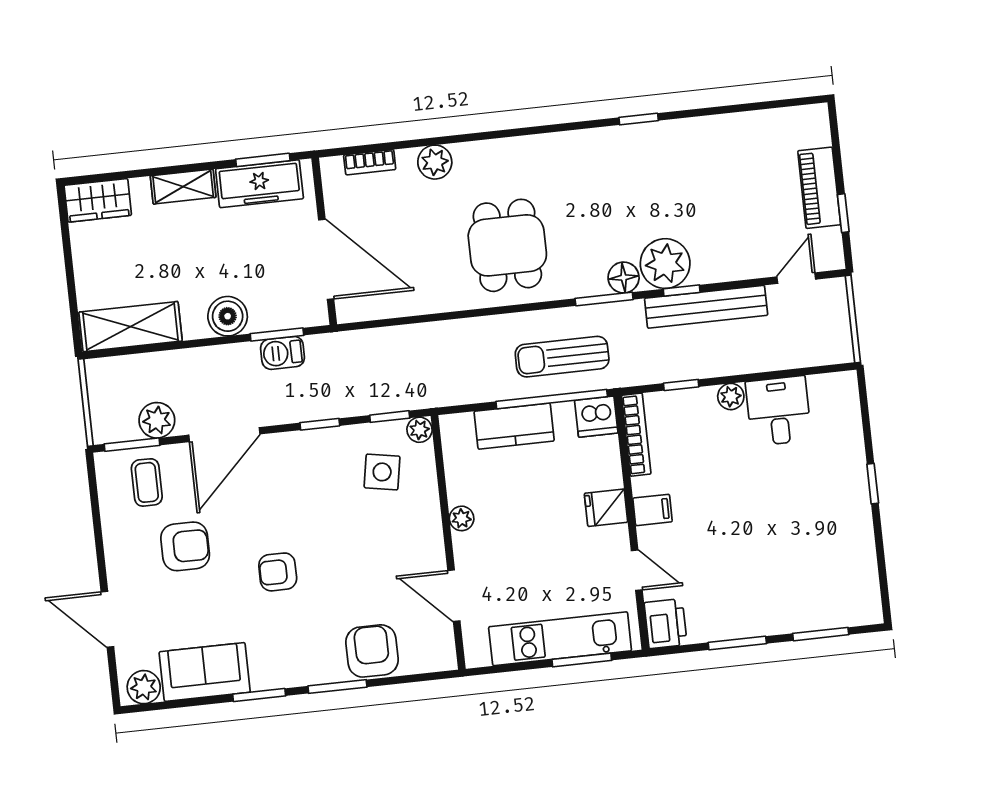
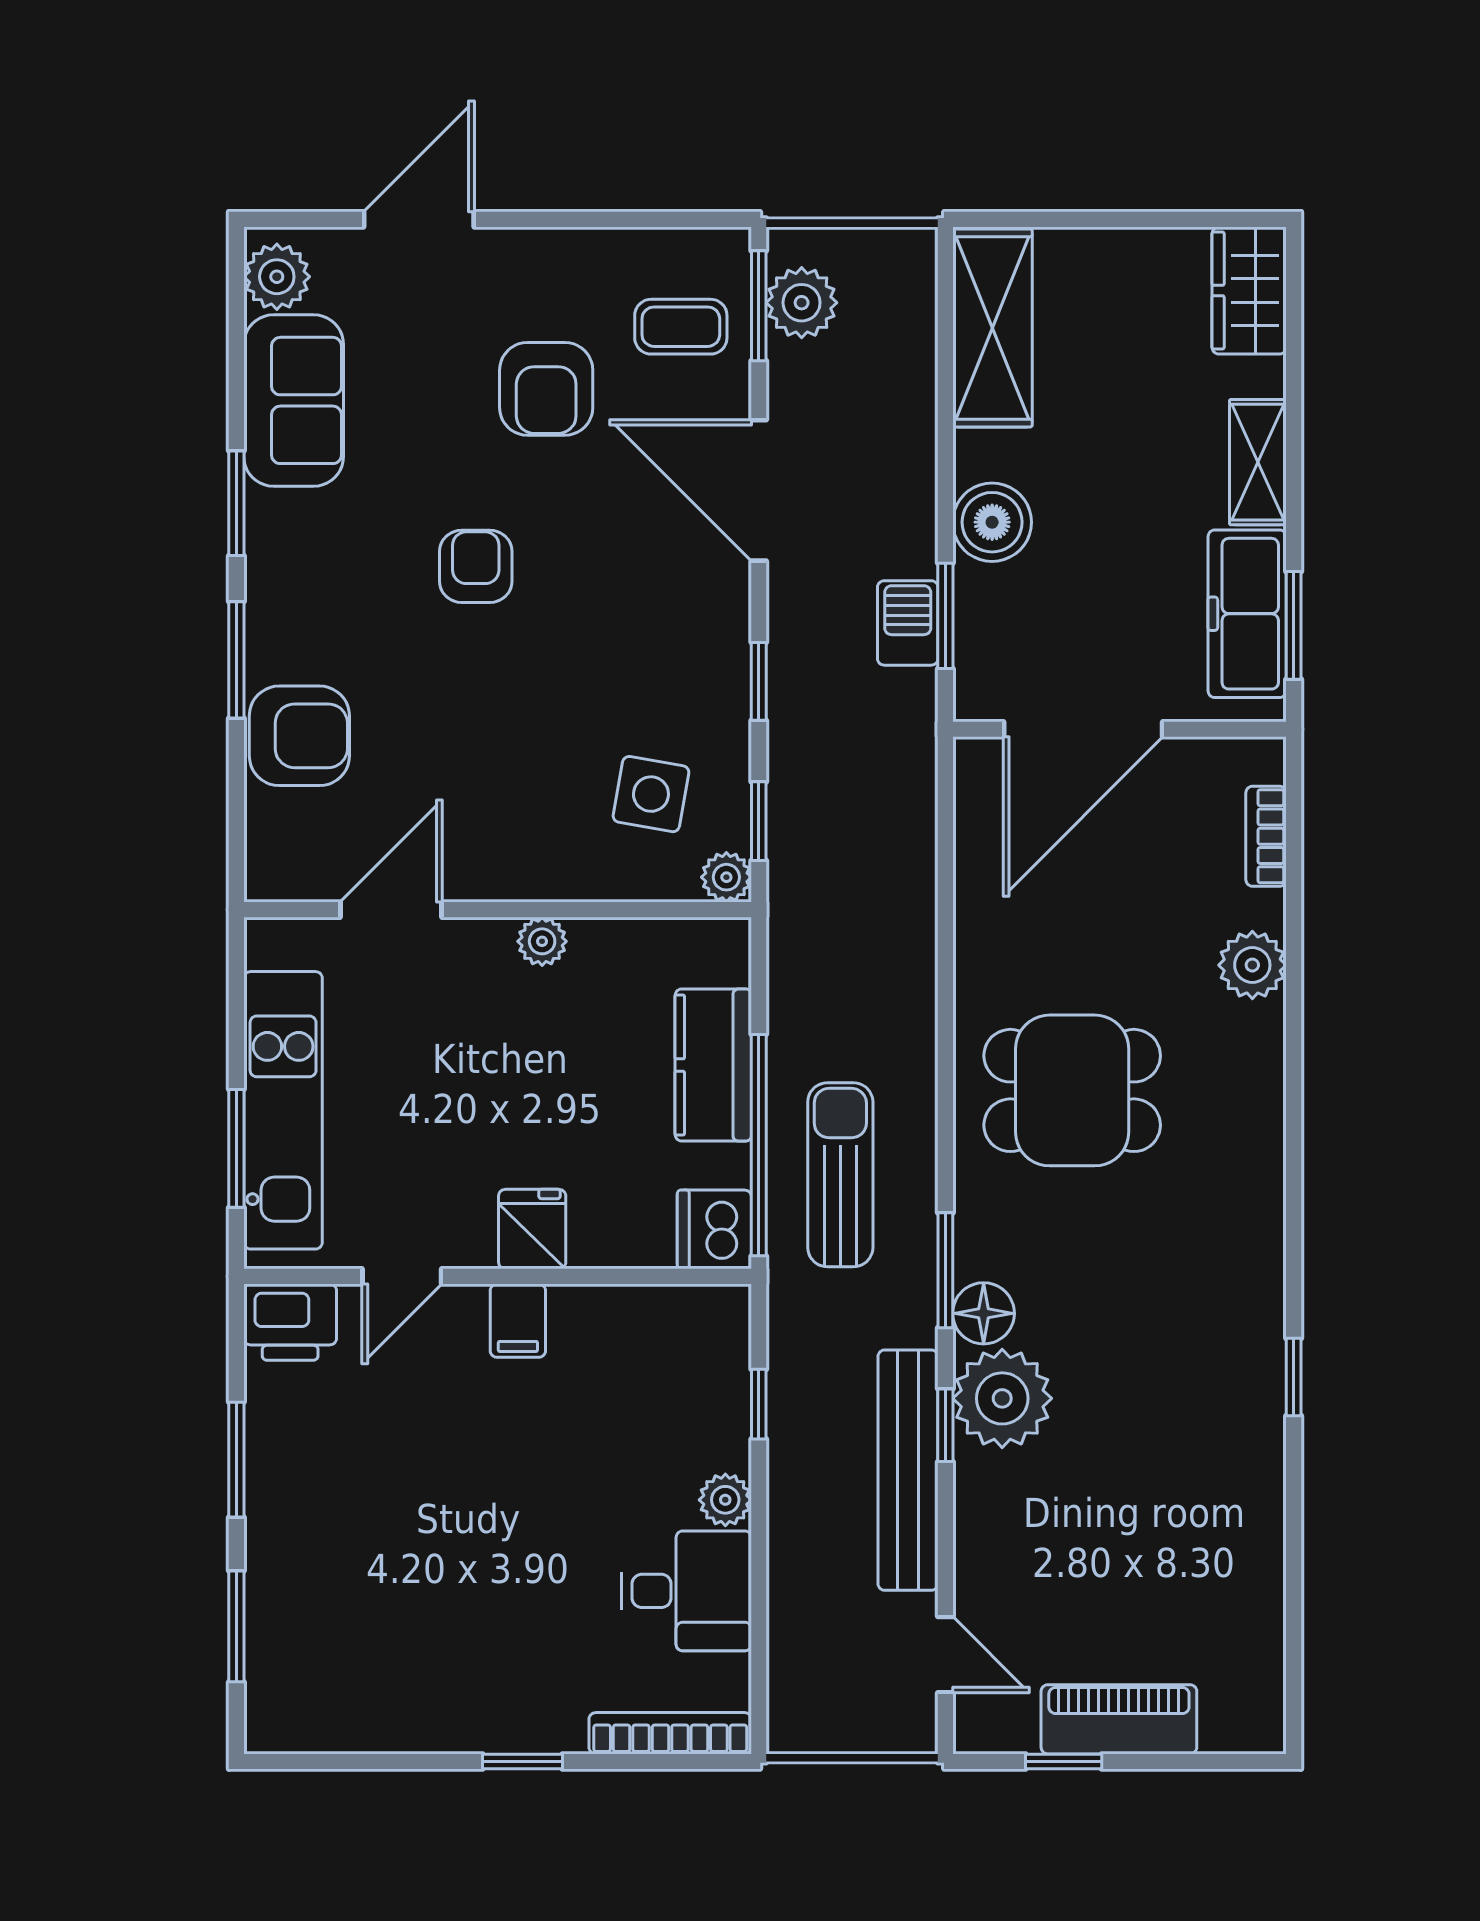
plant: (157, 420) -> (802, 303), moved
bookcase: (636, 435) -> (670, 1733), moved, turned 180

